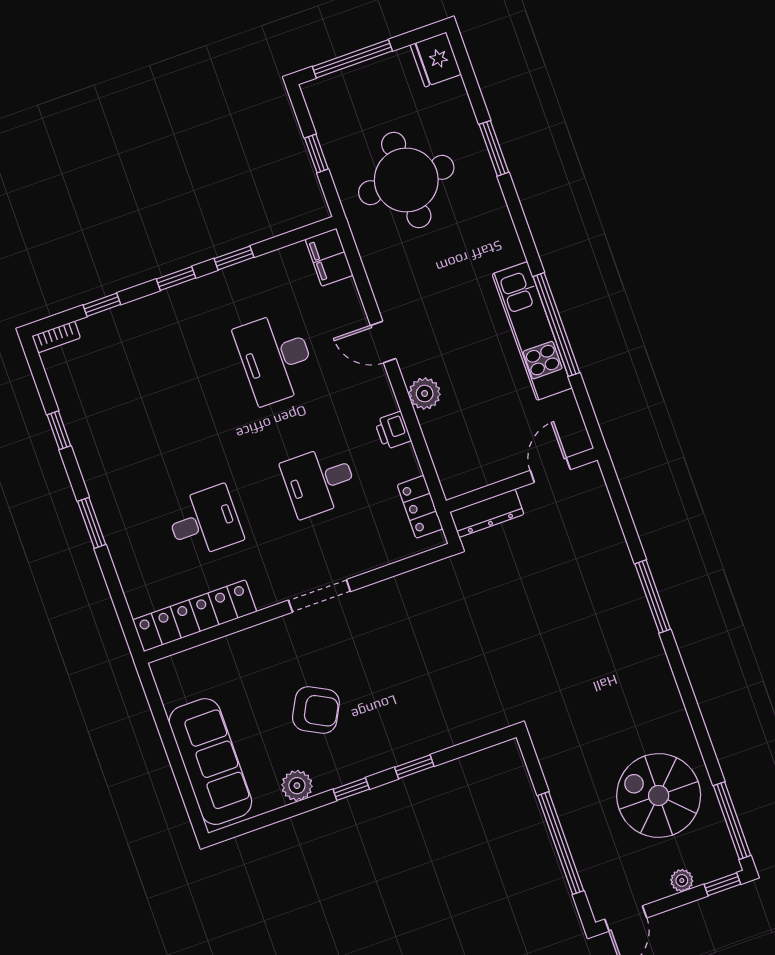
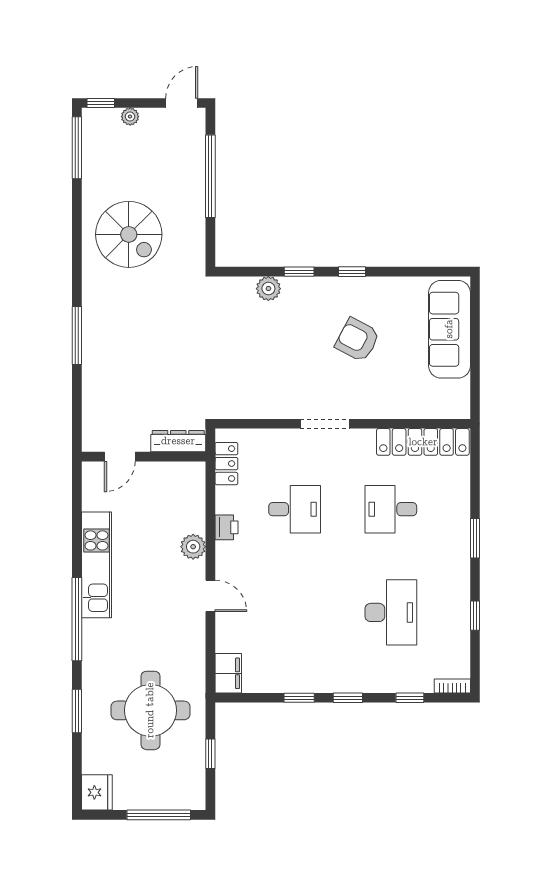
window: (556, 325) -> (77, 619), moved
desk: (276, 358) -> (391, 612), moved
plant: (297, 786) -> (268, 289), moved
spiral stairs: (659, 795) -> (129, 234), moved

